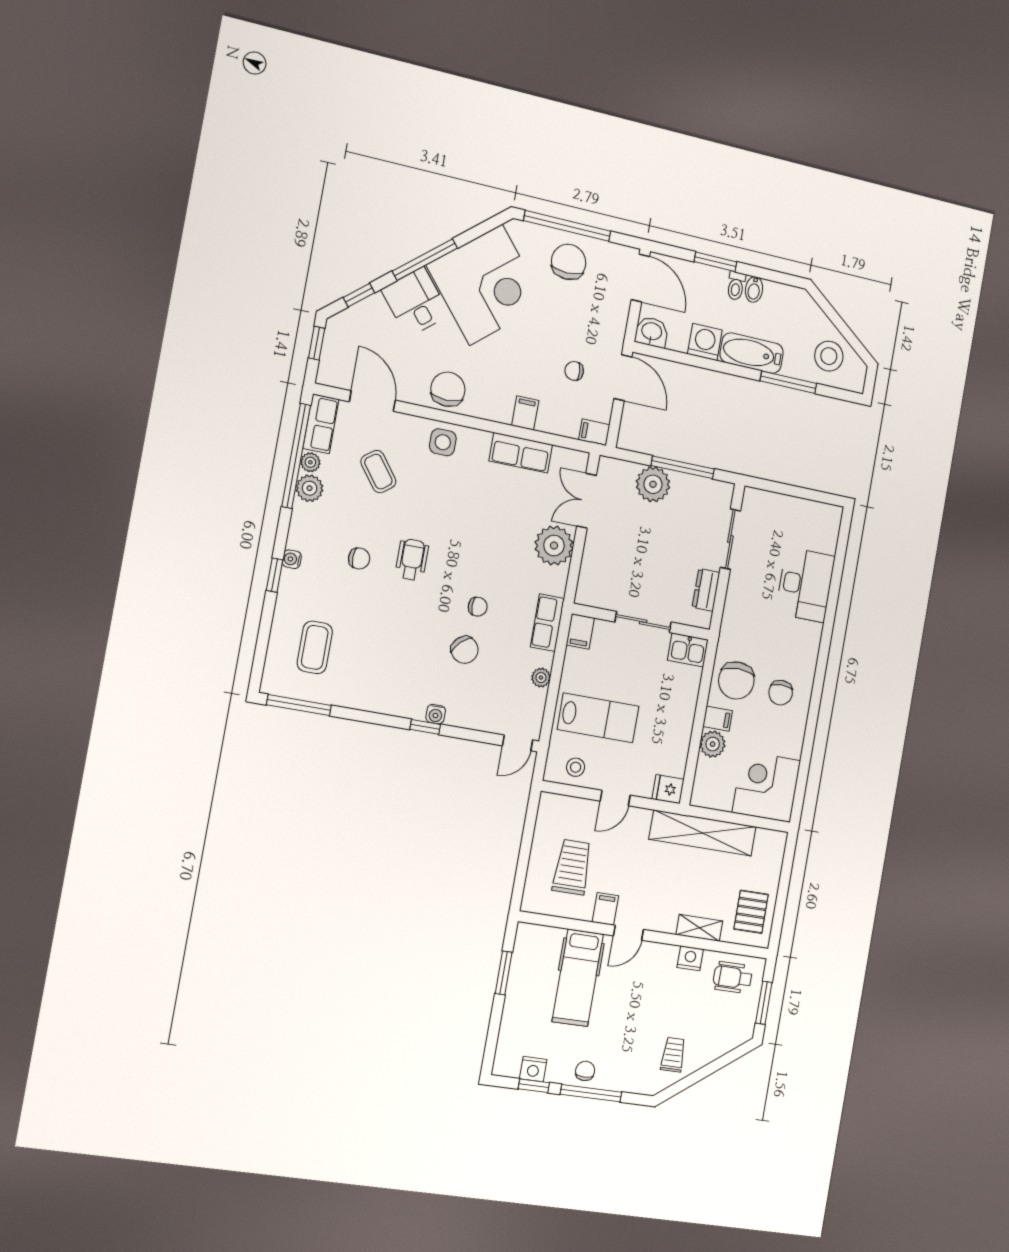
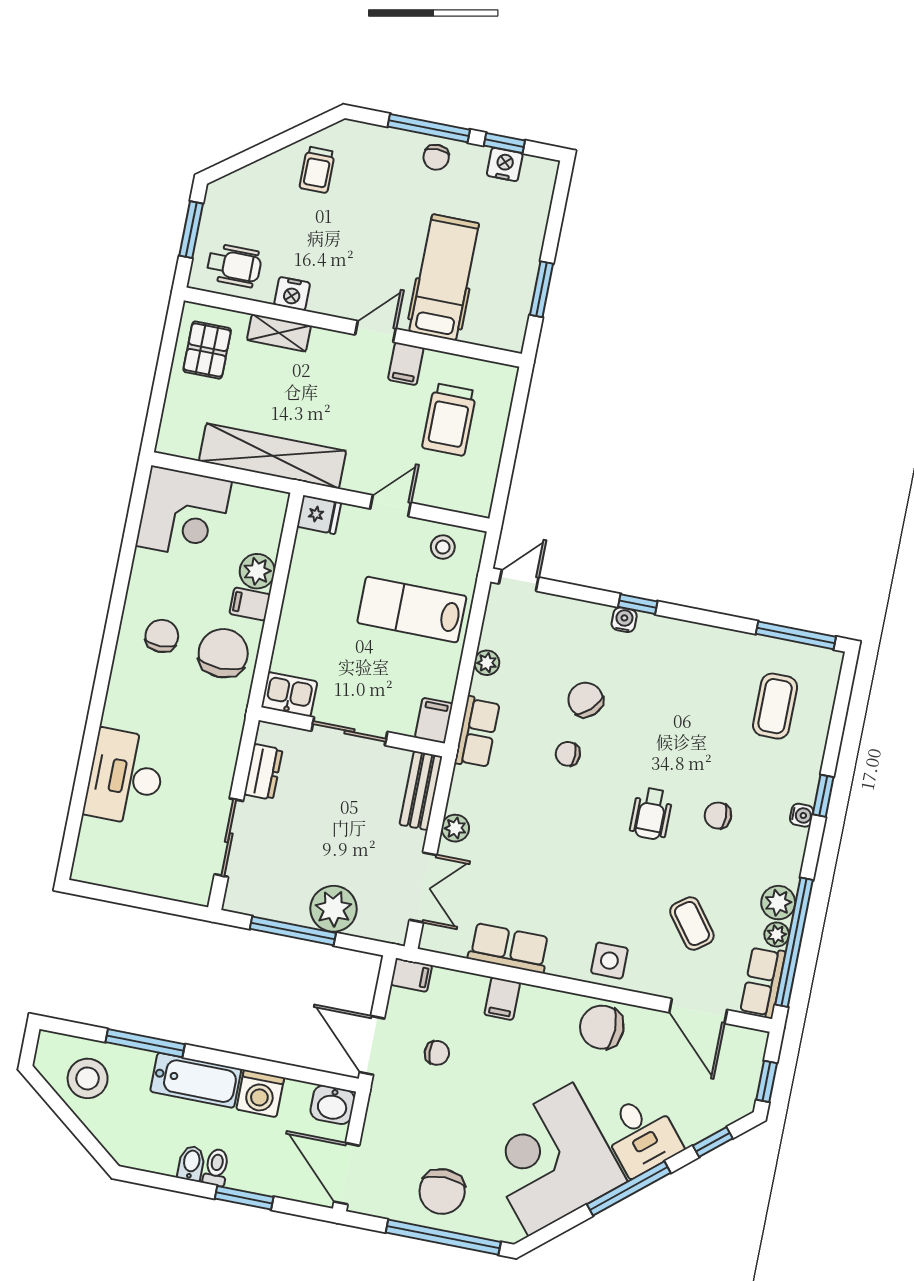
chair: (448, 389) -> (602, 1027), turned 90
plant: (554, 546) -> (455, 828), width x0.53, depth x0.53
bench: (589, 577) -> (421, 791), added

